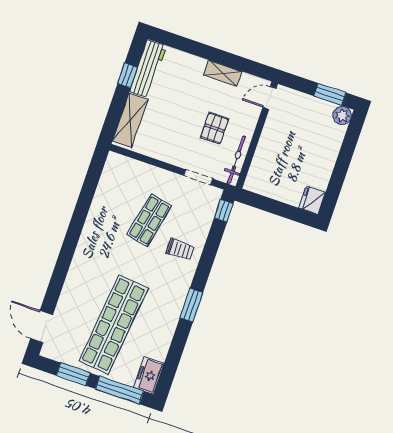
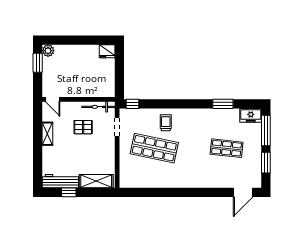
shop shelf: (149, 220) -> (154, 148), width x1.43, depth x1.36
window: (191, 305) -> (223, 104), moved
shop shelf: (114, 325) -> (227, 148), width x0.50, depth x0.74

